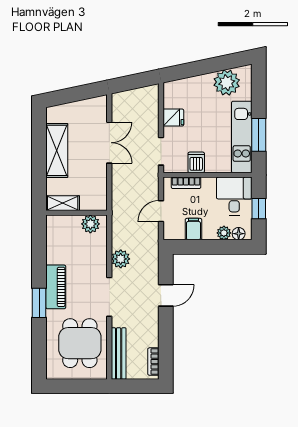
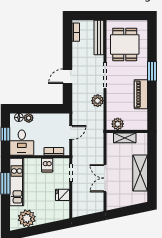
shelving: (63, 203) -> (125, 138), moved
filing cabinet: (193, 229) -> (49, 121), removed
piano: (56, 287) -> (141, 94), moved

